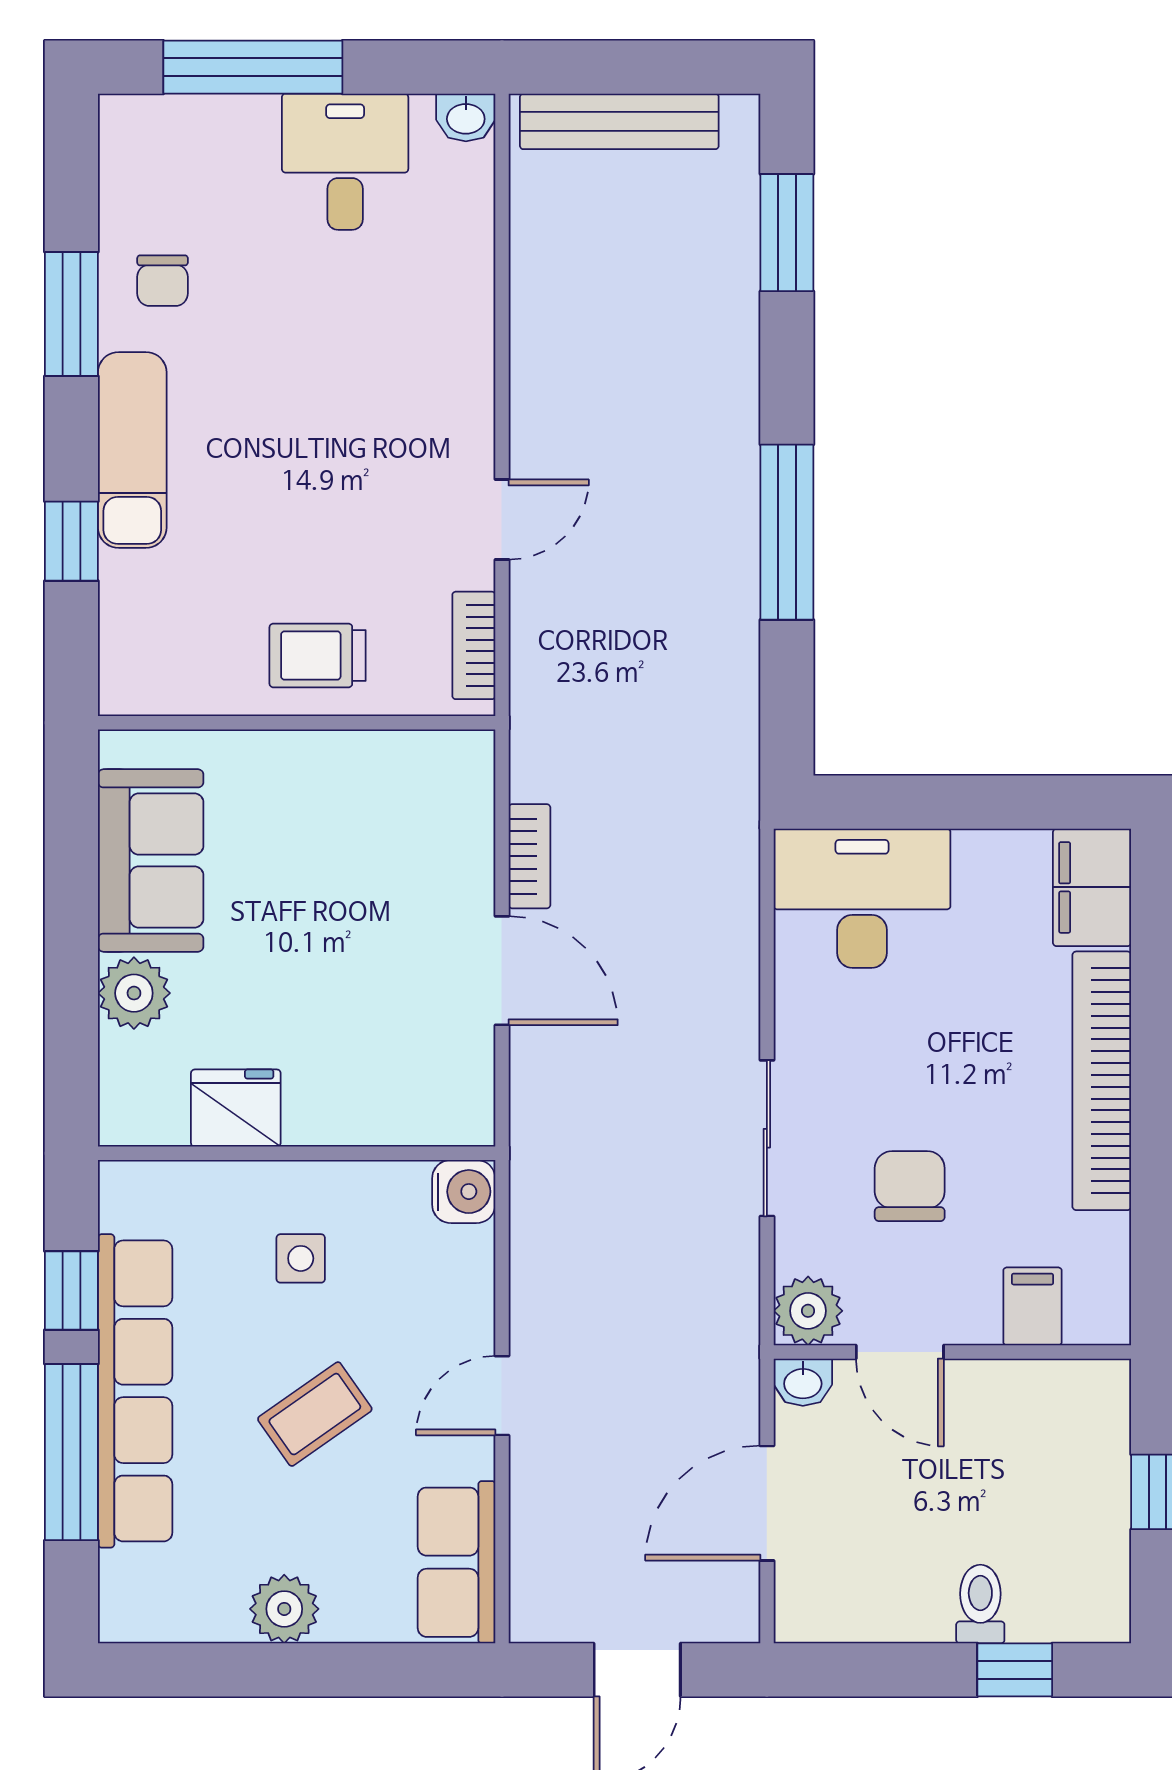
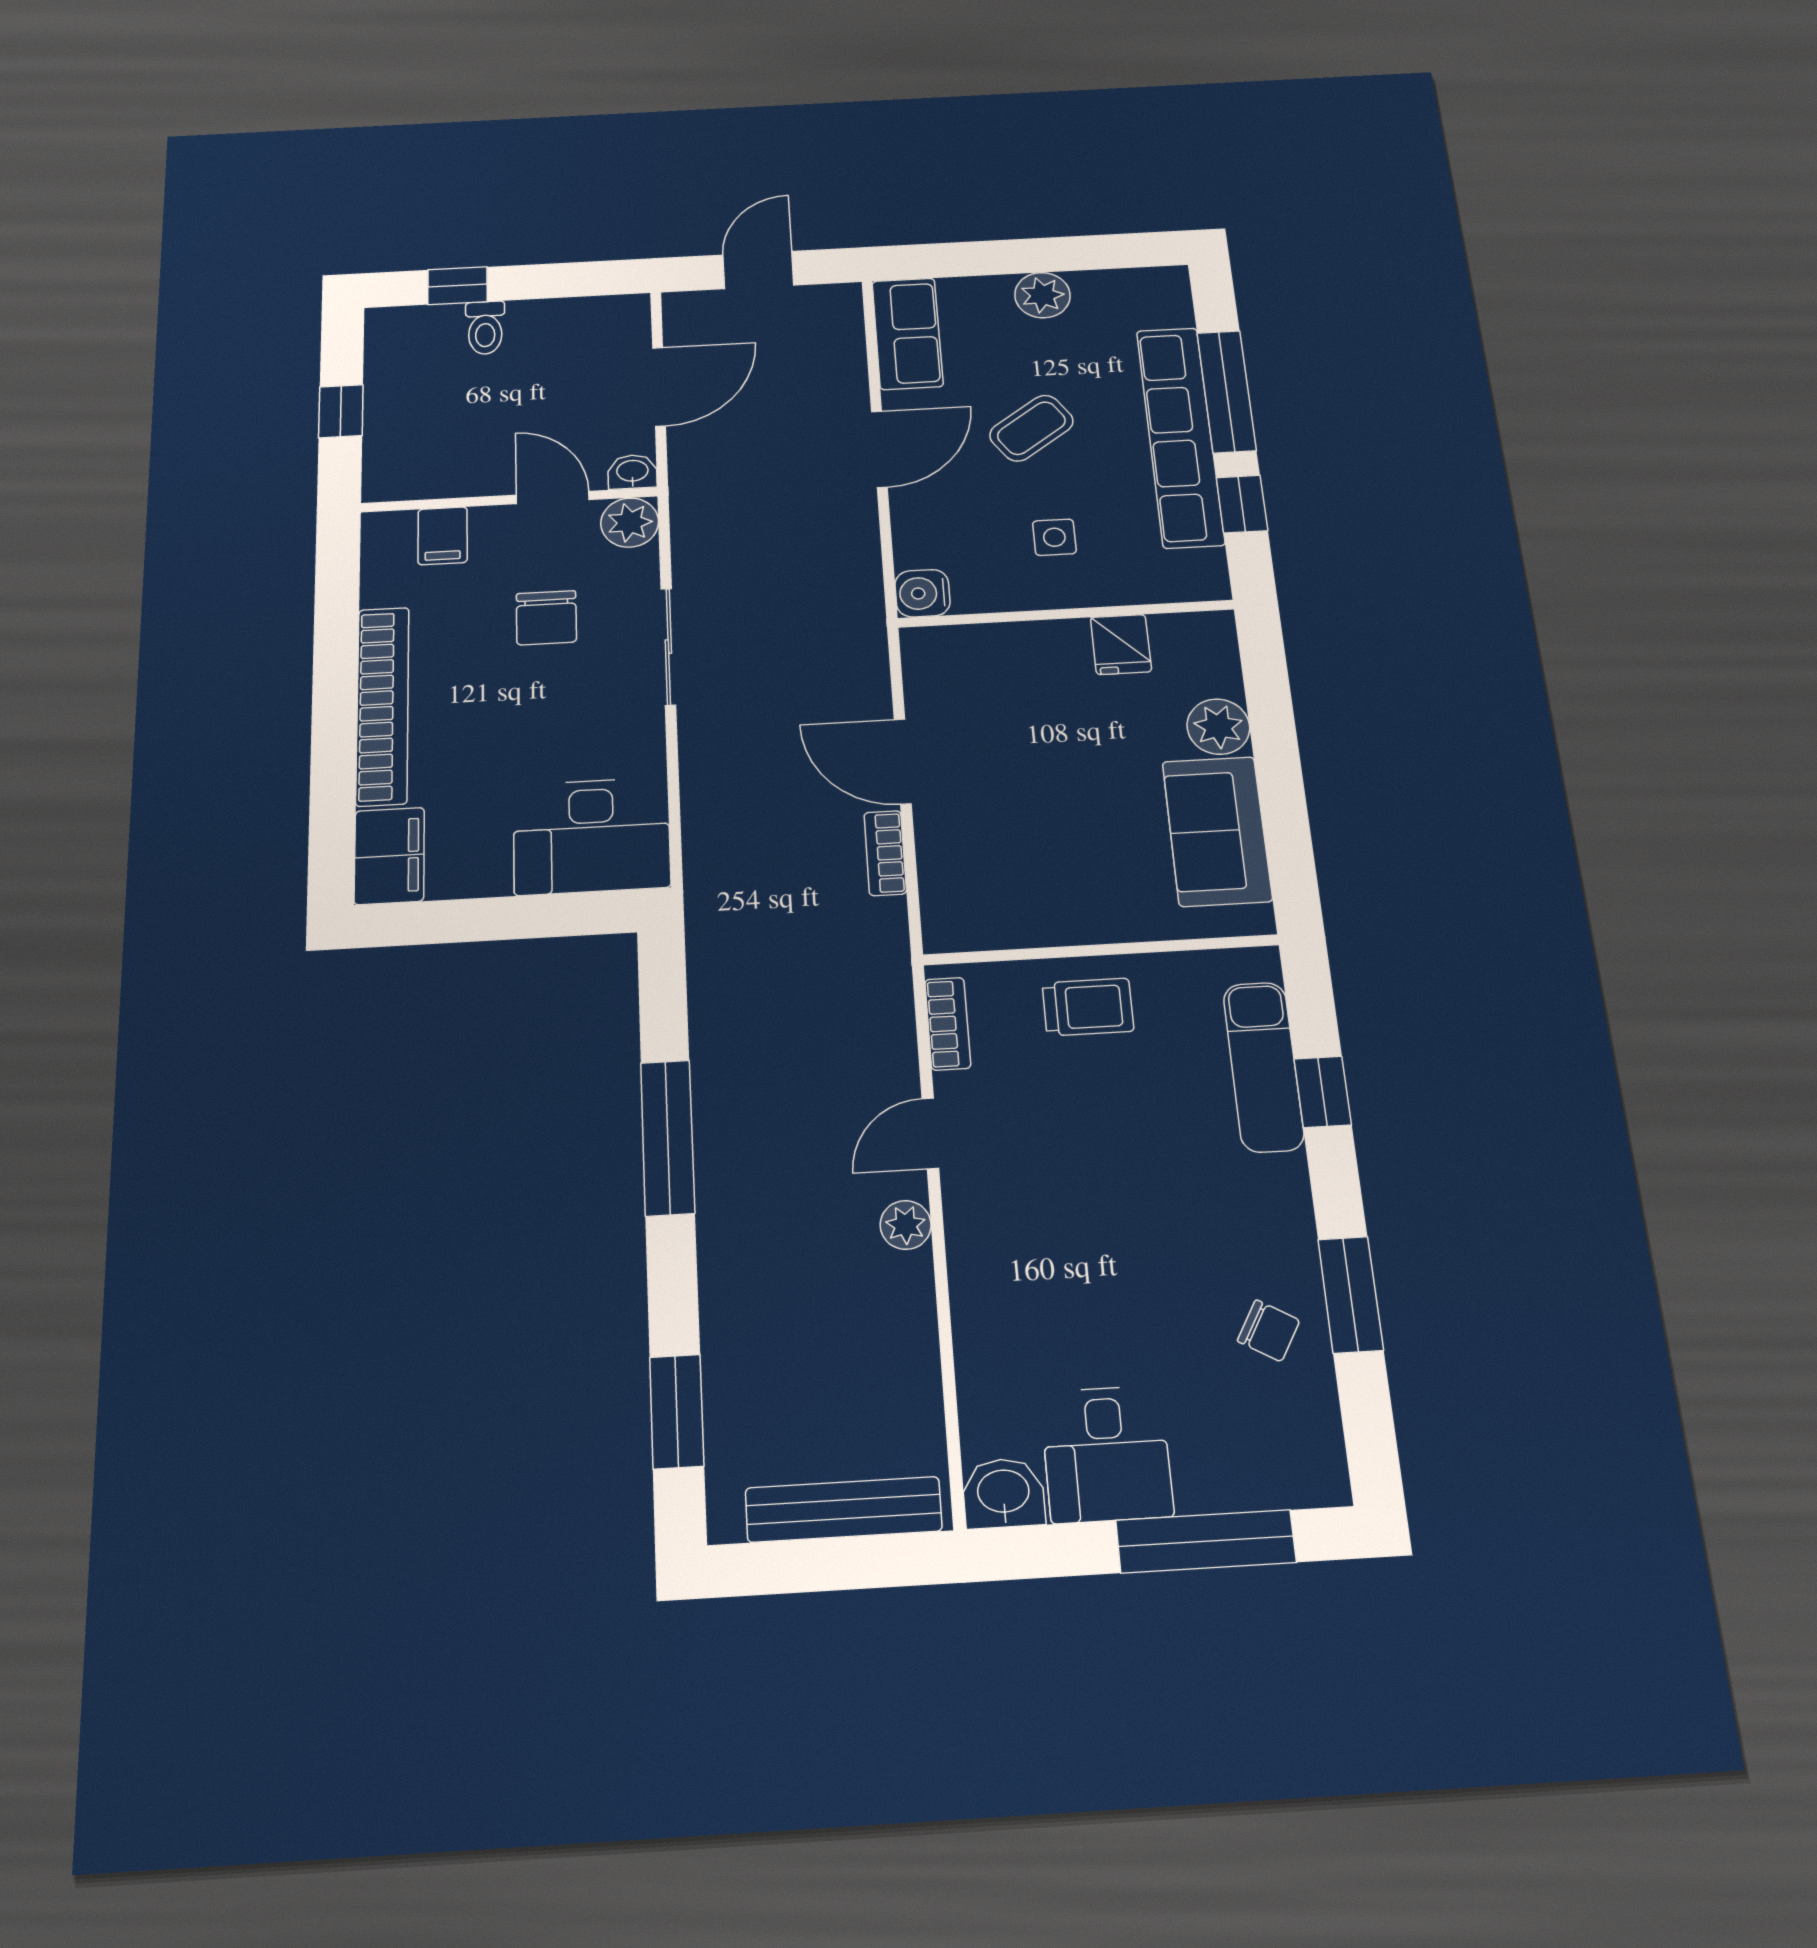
washbasin: (466, 117) -> (1003, 1493), width x1.38, depth x1.45
chair: (163, 281) -> (1269, 1331), turned 120
plant: (536, 419) -> (906, 1225), added
exam couch: (132, 450) -> (1264, 1067), moved
fridge: (236, 1108) -> (1121, 644), width x0.72
door: (502, 1396) -> (879, 449), width x1.38

